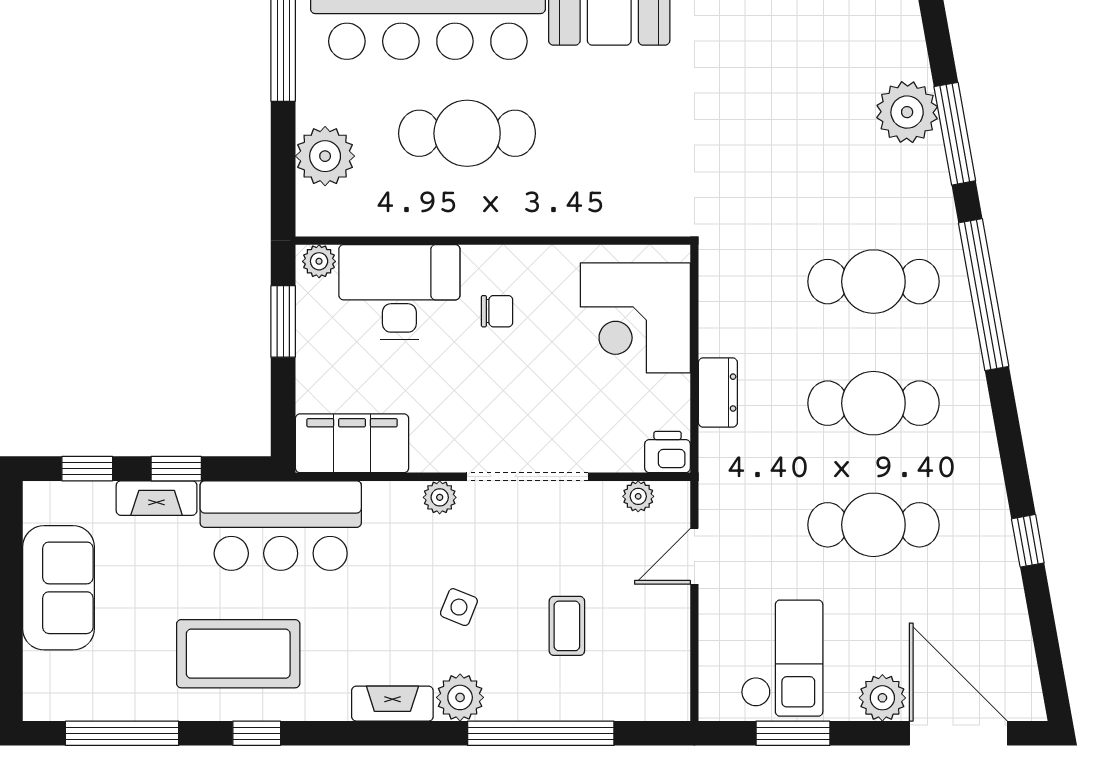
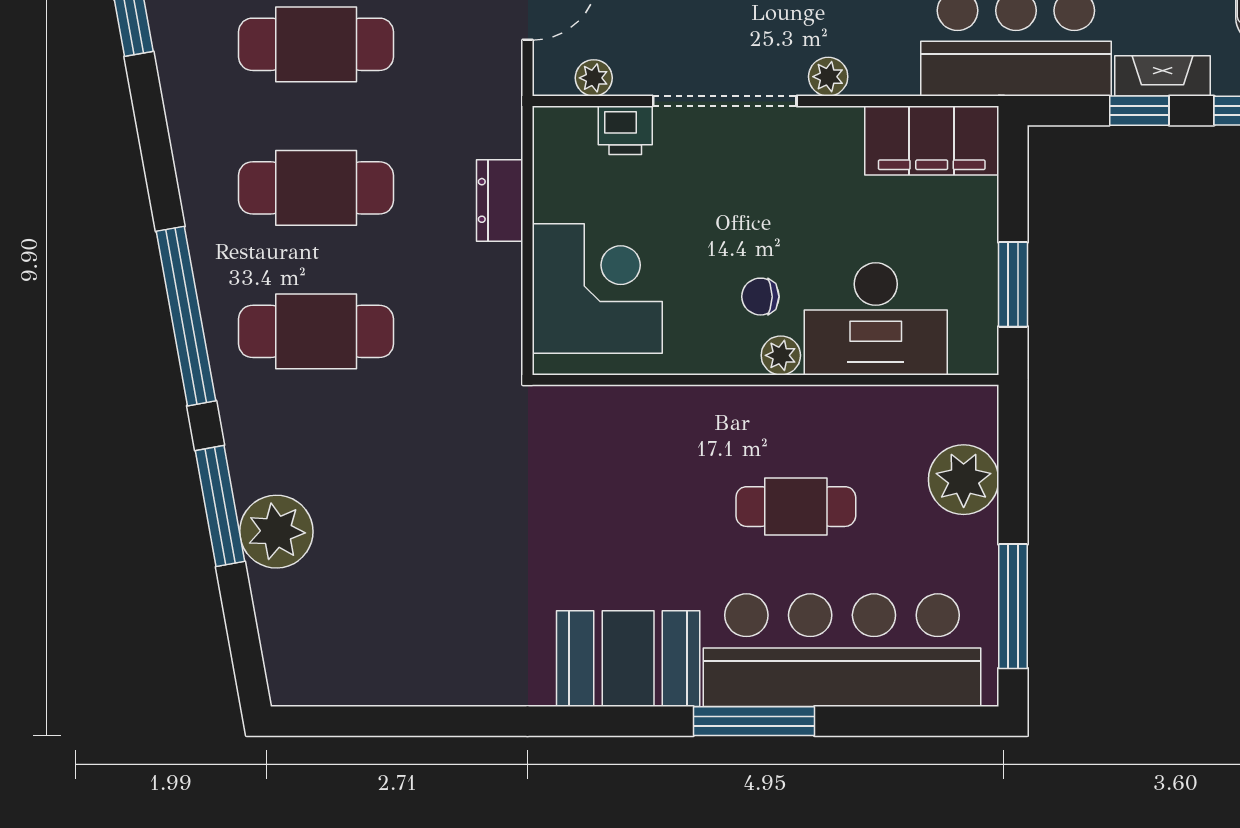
cafe table: (467, 133) -> (796, 507), width x0.73, depth x0.74
plant: (319, 261) -> (781, 355), moved
printer: (667, 452) -> (625, 130), moved

